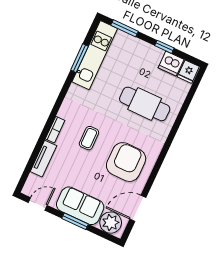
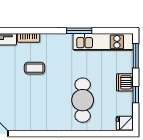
window: (79, 58) -> (79, 31), moved
dishwasher: (171, 64) -> (125, 82), moved
armchair: (126, 162) -> (29, 107), removed

